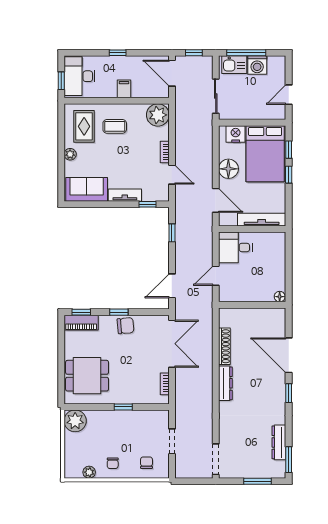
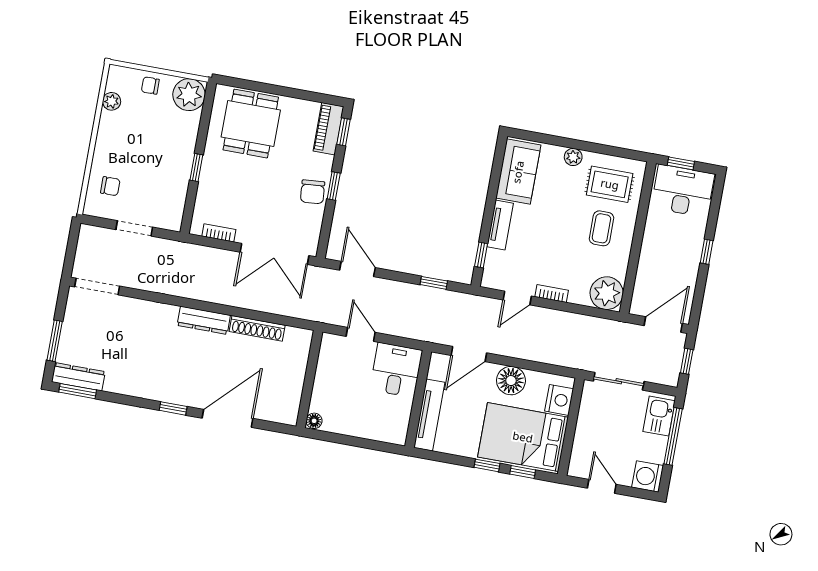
washing machine: (257, 65) -> (648, 476), moved
filing cabinet: (124, 89) -> (653, 251), removed
dresser: (279, 442) -> (78, 377), moved
chair: (113, 463) -> (150, 86), moved

